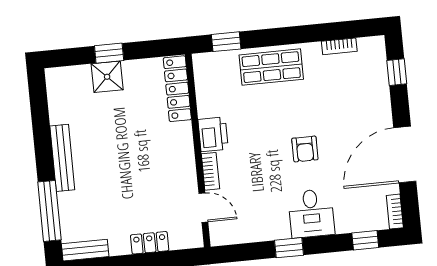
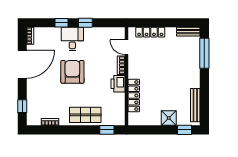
window: (109, 53) -> (185, 130), moved
locker: (177, 89) -> (134, 96), moved
armchair: (305, 149) -> (72, 72), width x1.88, depth x1.88
bench: (62, 158) -> (195, 105), moved
window: (365, 240) -> (61, 23), moved
locker: (150, 243) -> (150, 32), width x1.53

